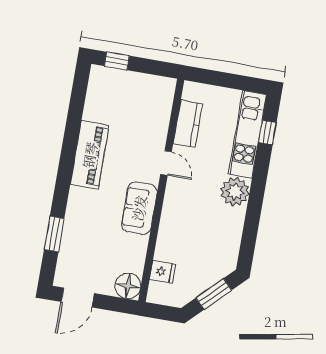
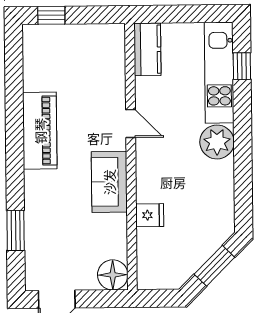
kitchen counter: (188, 123) -> (147, 49), moved
fridge: (163, 272) -> (150, 215), moved

